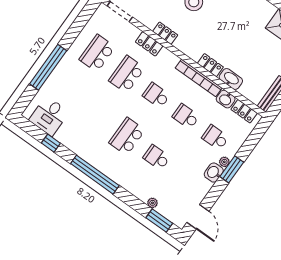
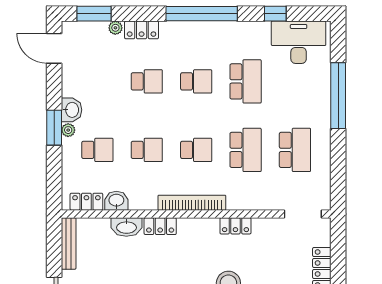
locker: (149, 44) -> (142, 30), moved, turned 180
bookcase: (199, 78) -> (192, 203), moved
school desk: (98, 115) -> (246, 81), added
desk: (49, 116) -> (299, 42), width x1.37
school desk: (127, 136) -> (196, 81), width x0.54

